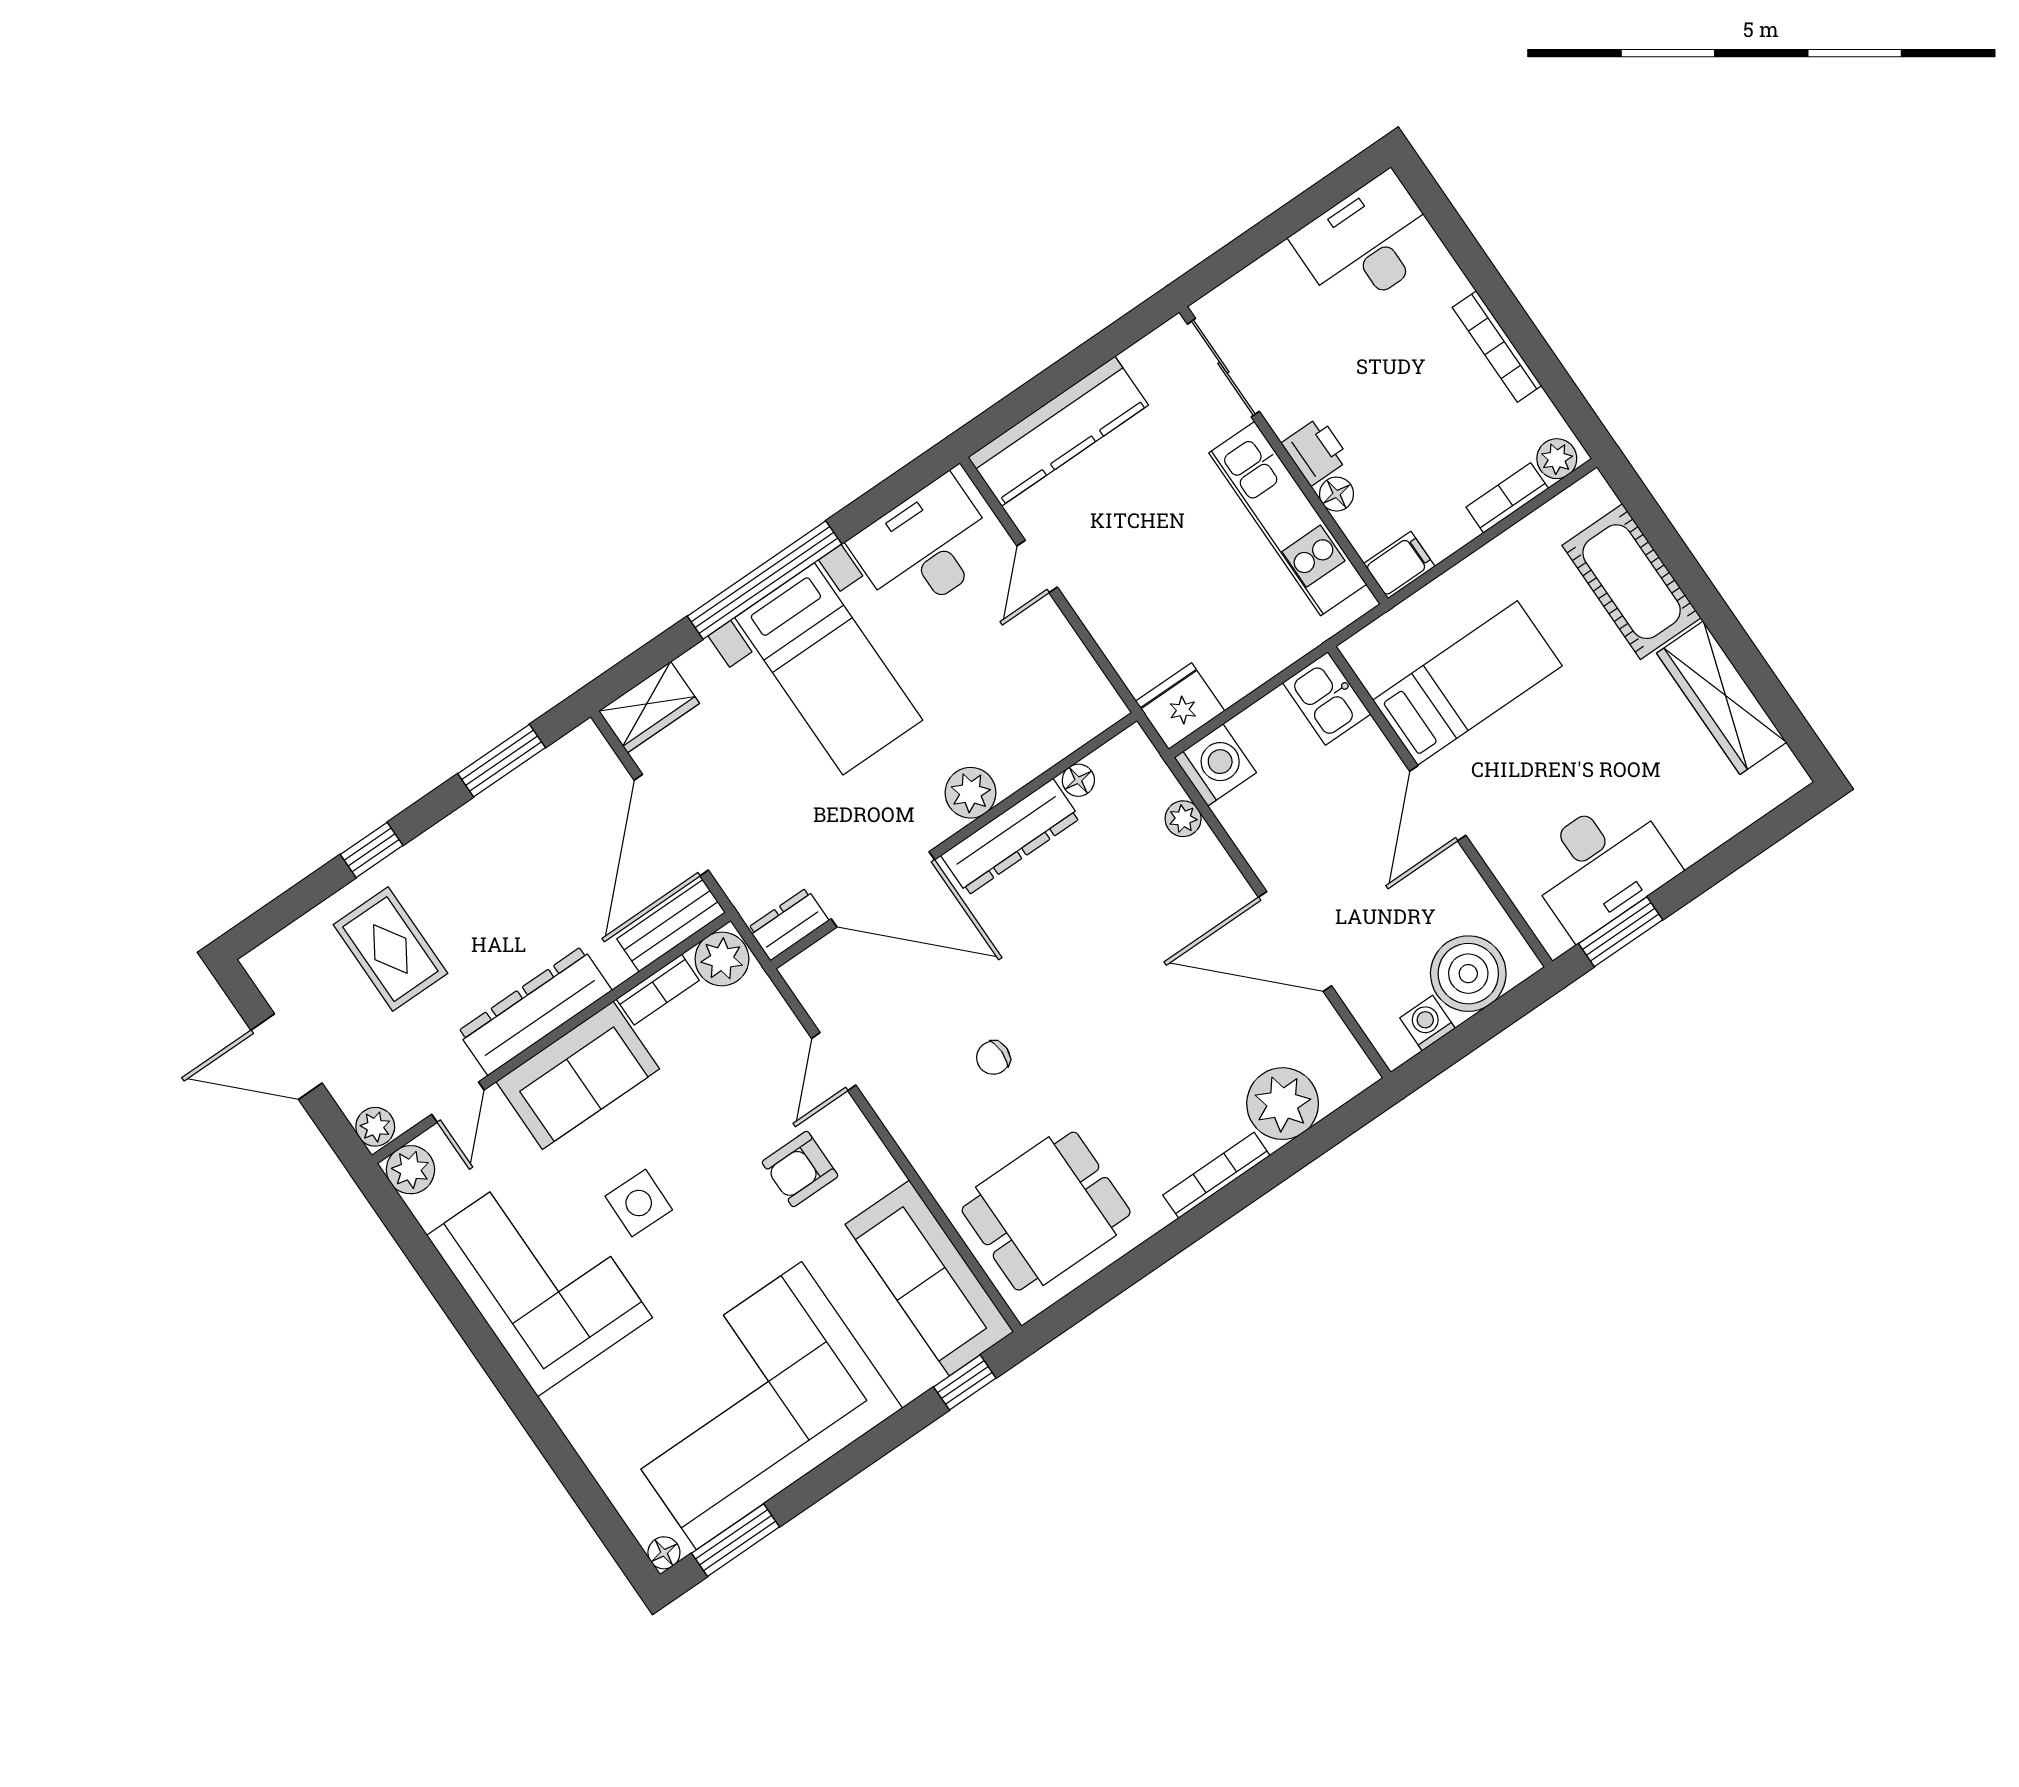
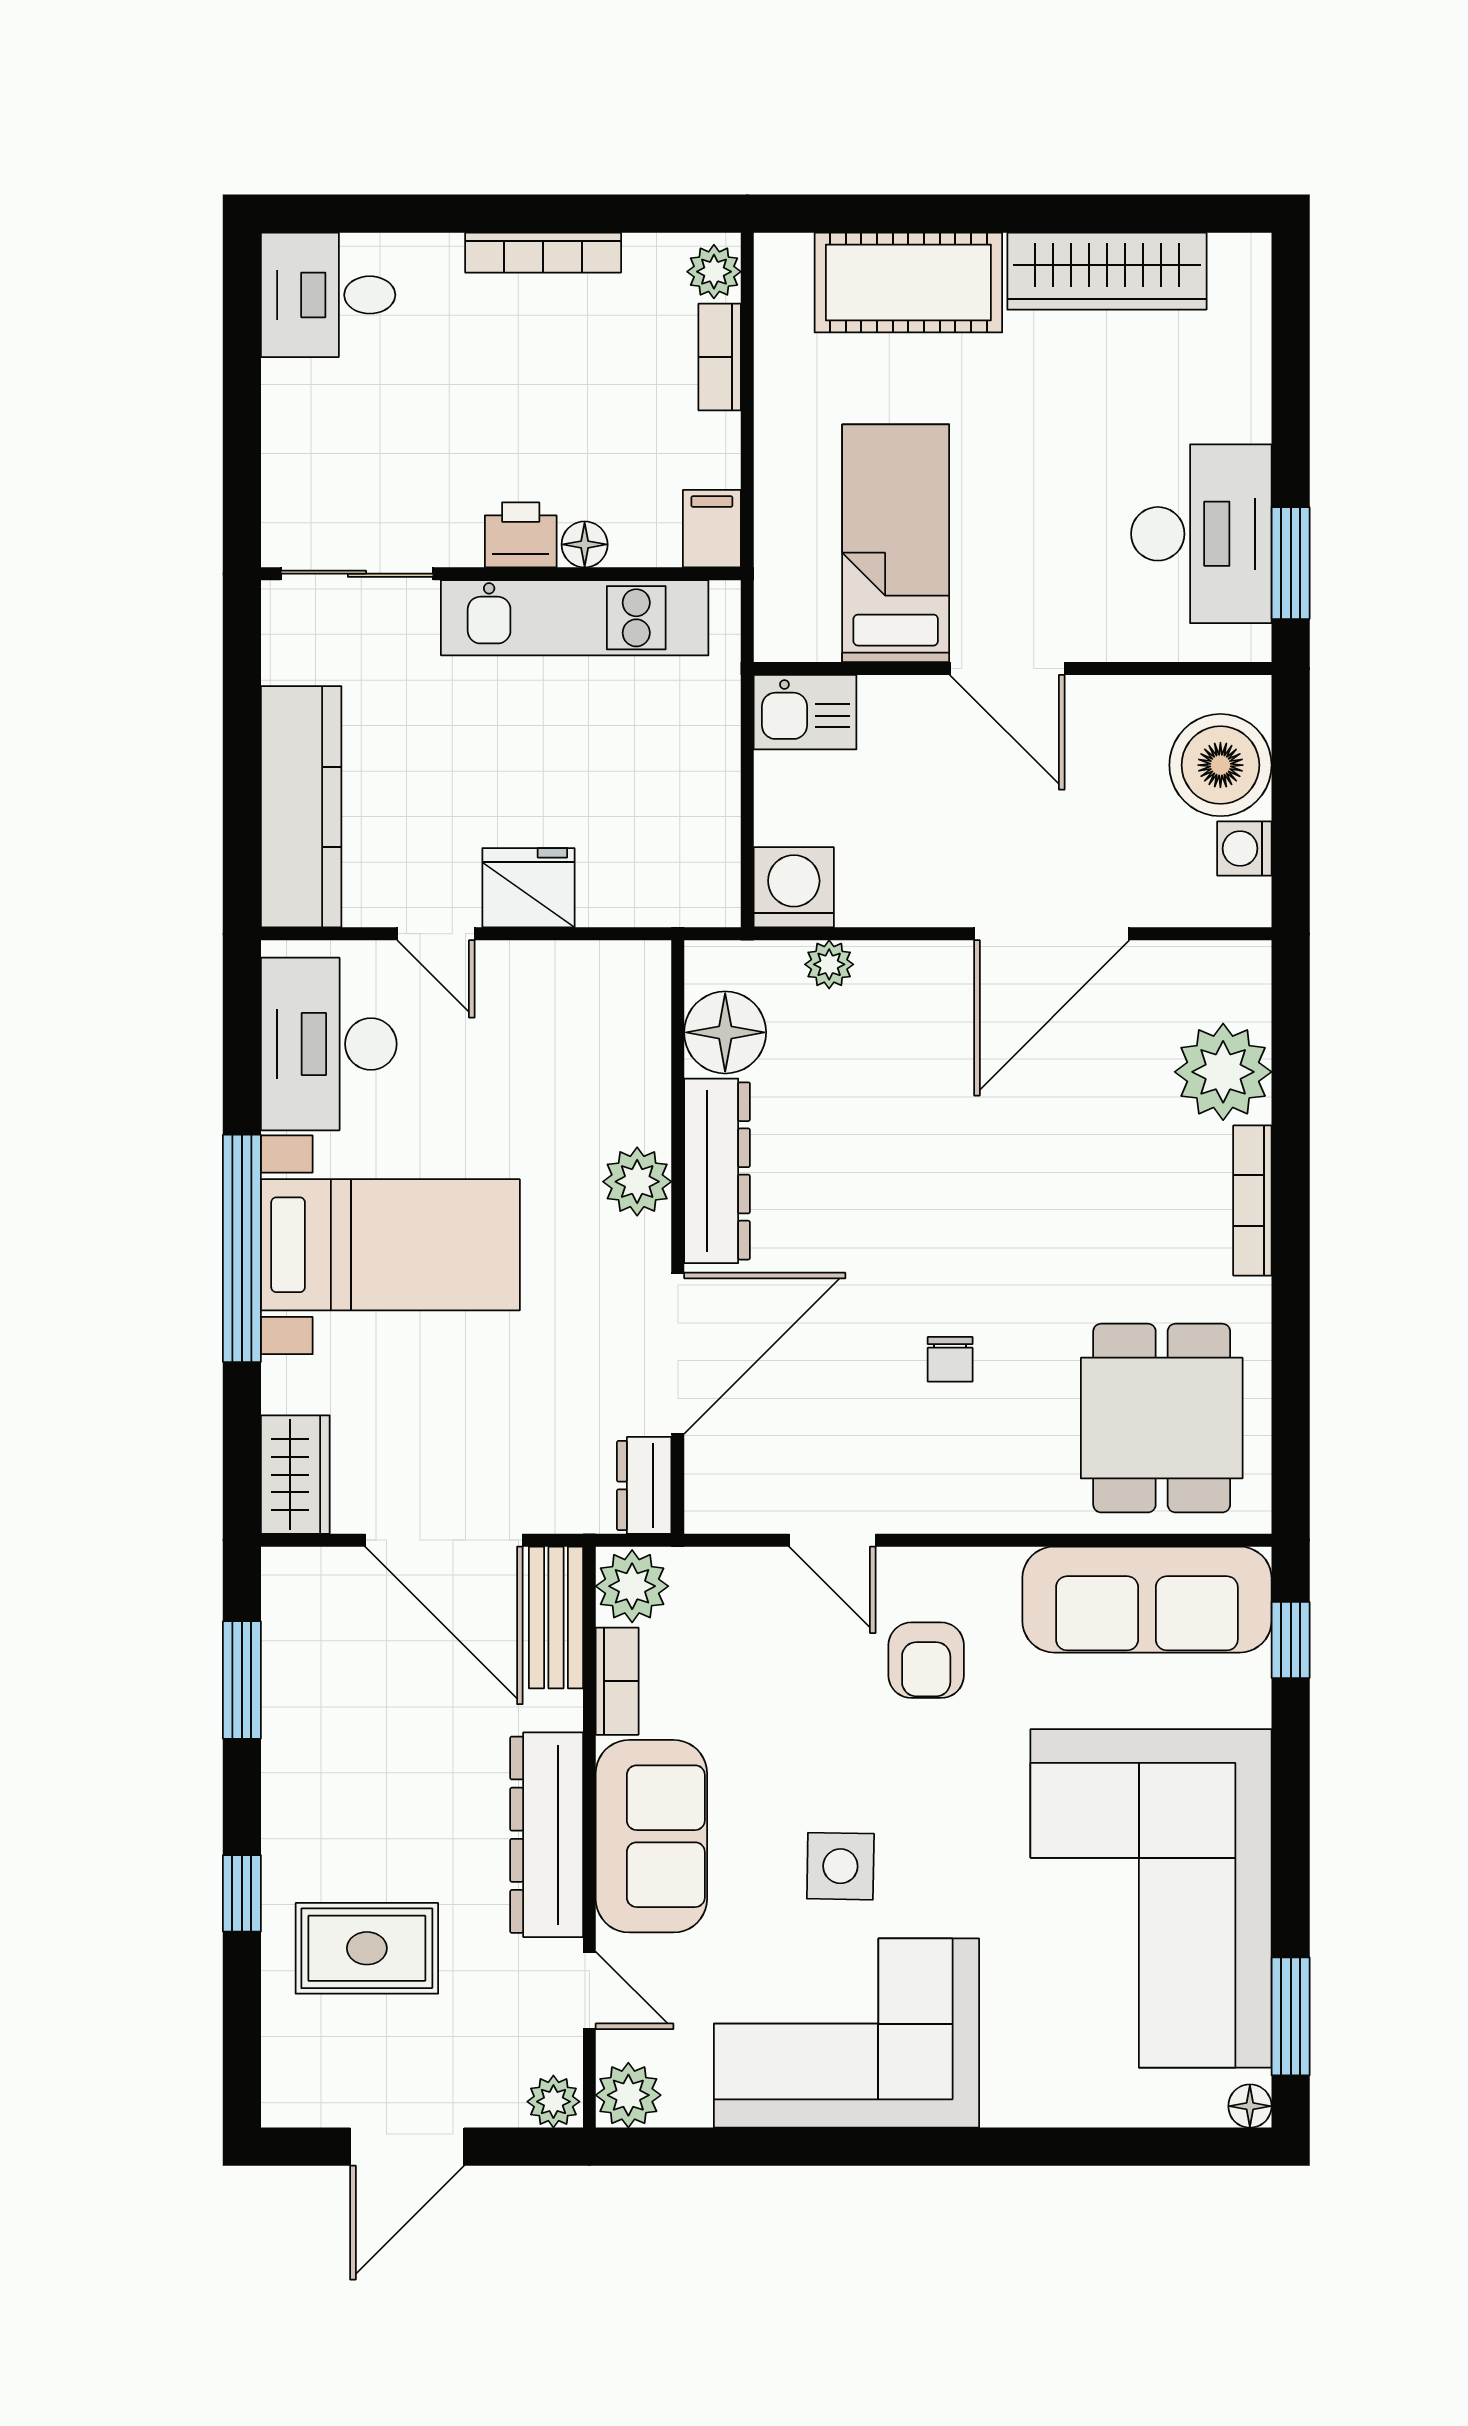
desk: (1367, 243) -> (328, 295), width x0.73
fridge: (1180, 706) -> (528, 888), moved, turned 90
floor lamp: (1078, 780) -> (725, 1032), width x1.89, depth x1.89

